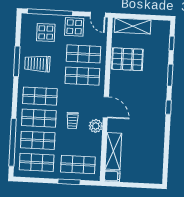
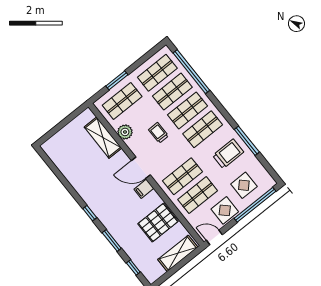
plant: (96, 126) -> (125, 132), moved
filing cabinet: (112, 176) -> (144, 189), moved

